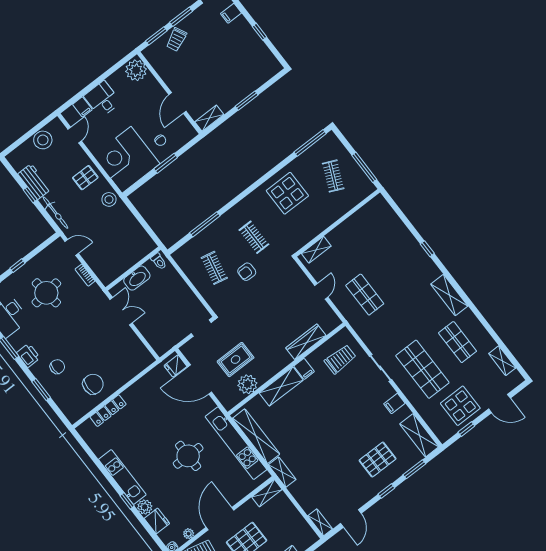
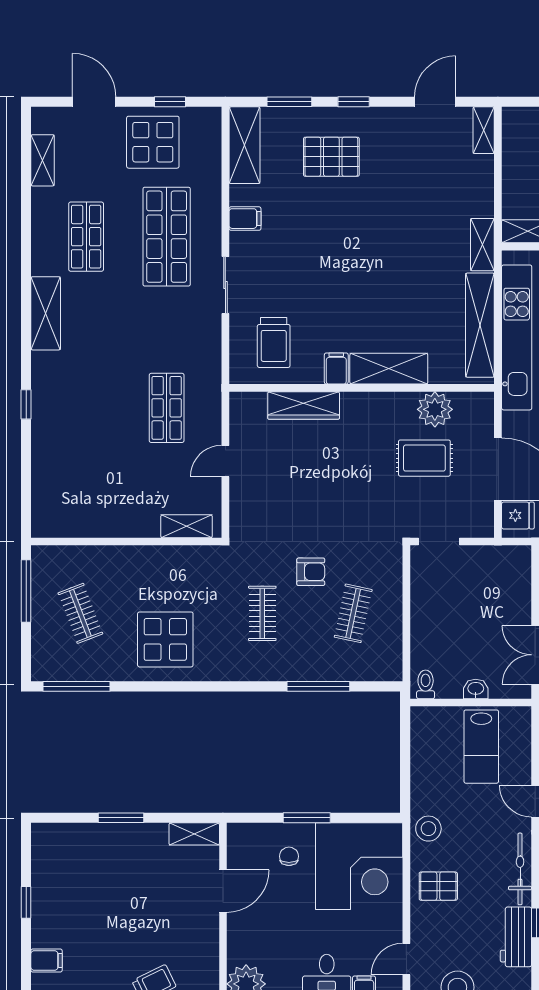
clothes rail: (333, 176) -> (80, 613), turned -45
lab bench: (114, 253) -> (481, 747), added
washbasin: (137, 278) -> (476, 689), width x0.52, depth x0.69
trolley: (340, 359) -> (274, 342), turned -90

